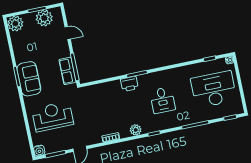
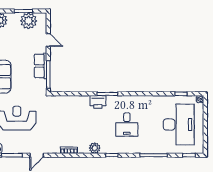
row of seats: (68, 71) -> (41, 66), moved
desk: (214, 89) -> (179, 125), turned 90

